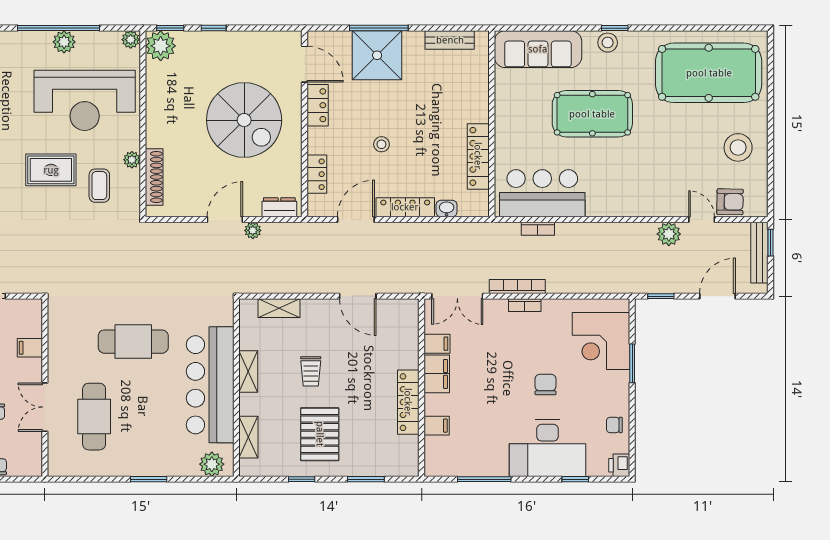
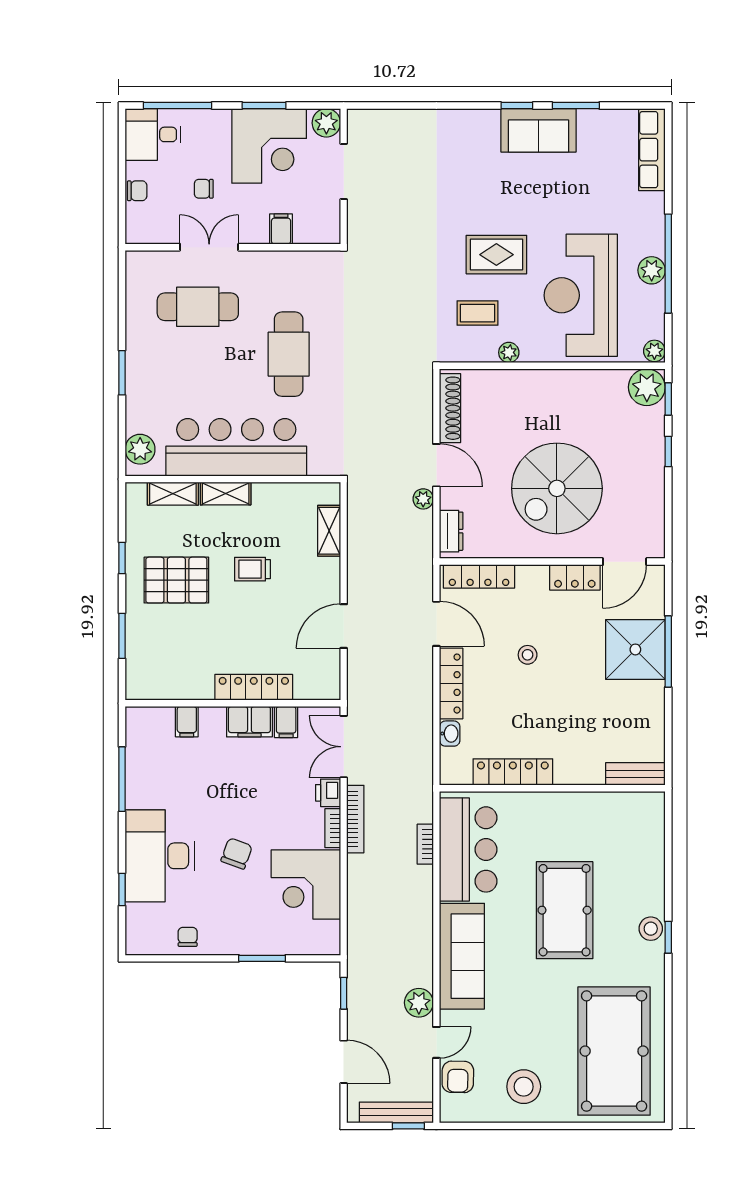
bench: (450, 40) -> (635, 774), moved, turned 90
sofa: (538, 49) -> (462, 956), moved, turned 180
rug: (51, 170) -> (496, 255), turned 90
locker: (317, 174) -> (479, 576), width x1.53
shoe rack: (154, 177) -> (450, 408), moved, turned -90
corner desk: (601, 341) -> (306, 884), moved, turned -90
shelving: (248, 371) -> (226, 494), moved
chair: (546, 384) -> (237, 853), turned -70
locker: (408, 402) -> (254, 687), moved
printer: (619, 465) -> (328, 793), moved, turned -90

